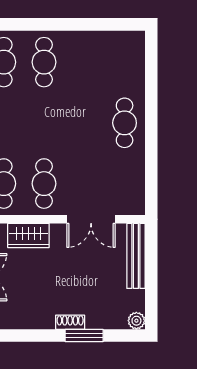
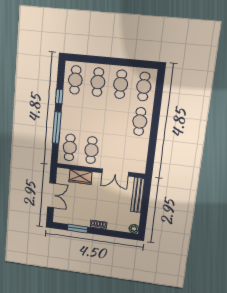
cafe table: (84, 62) -> (121, 84), added
cafe table: (125, 62) -> (144, 87), added
window: (84, 335) -> (77, 229), moved

